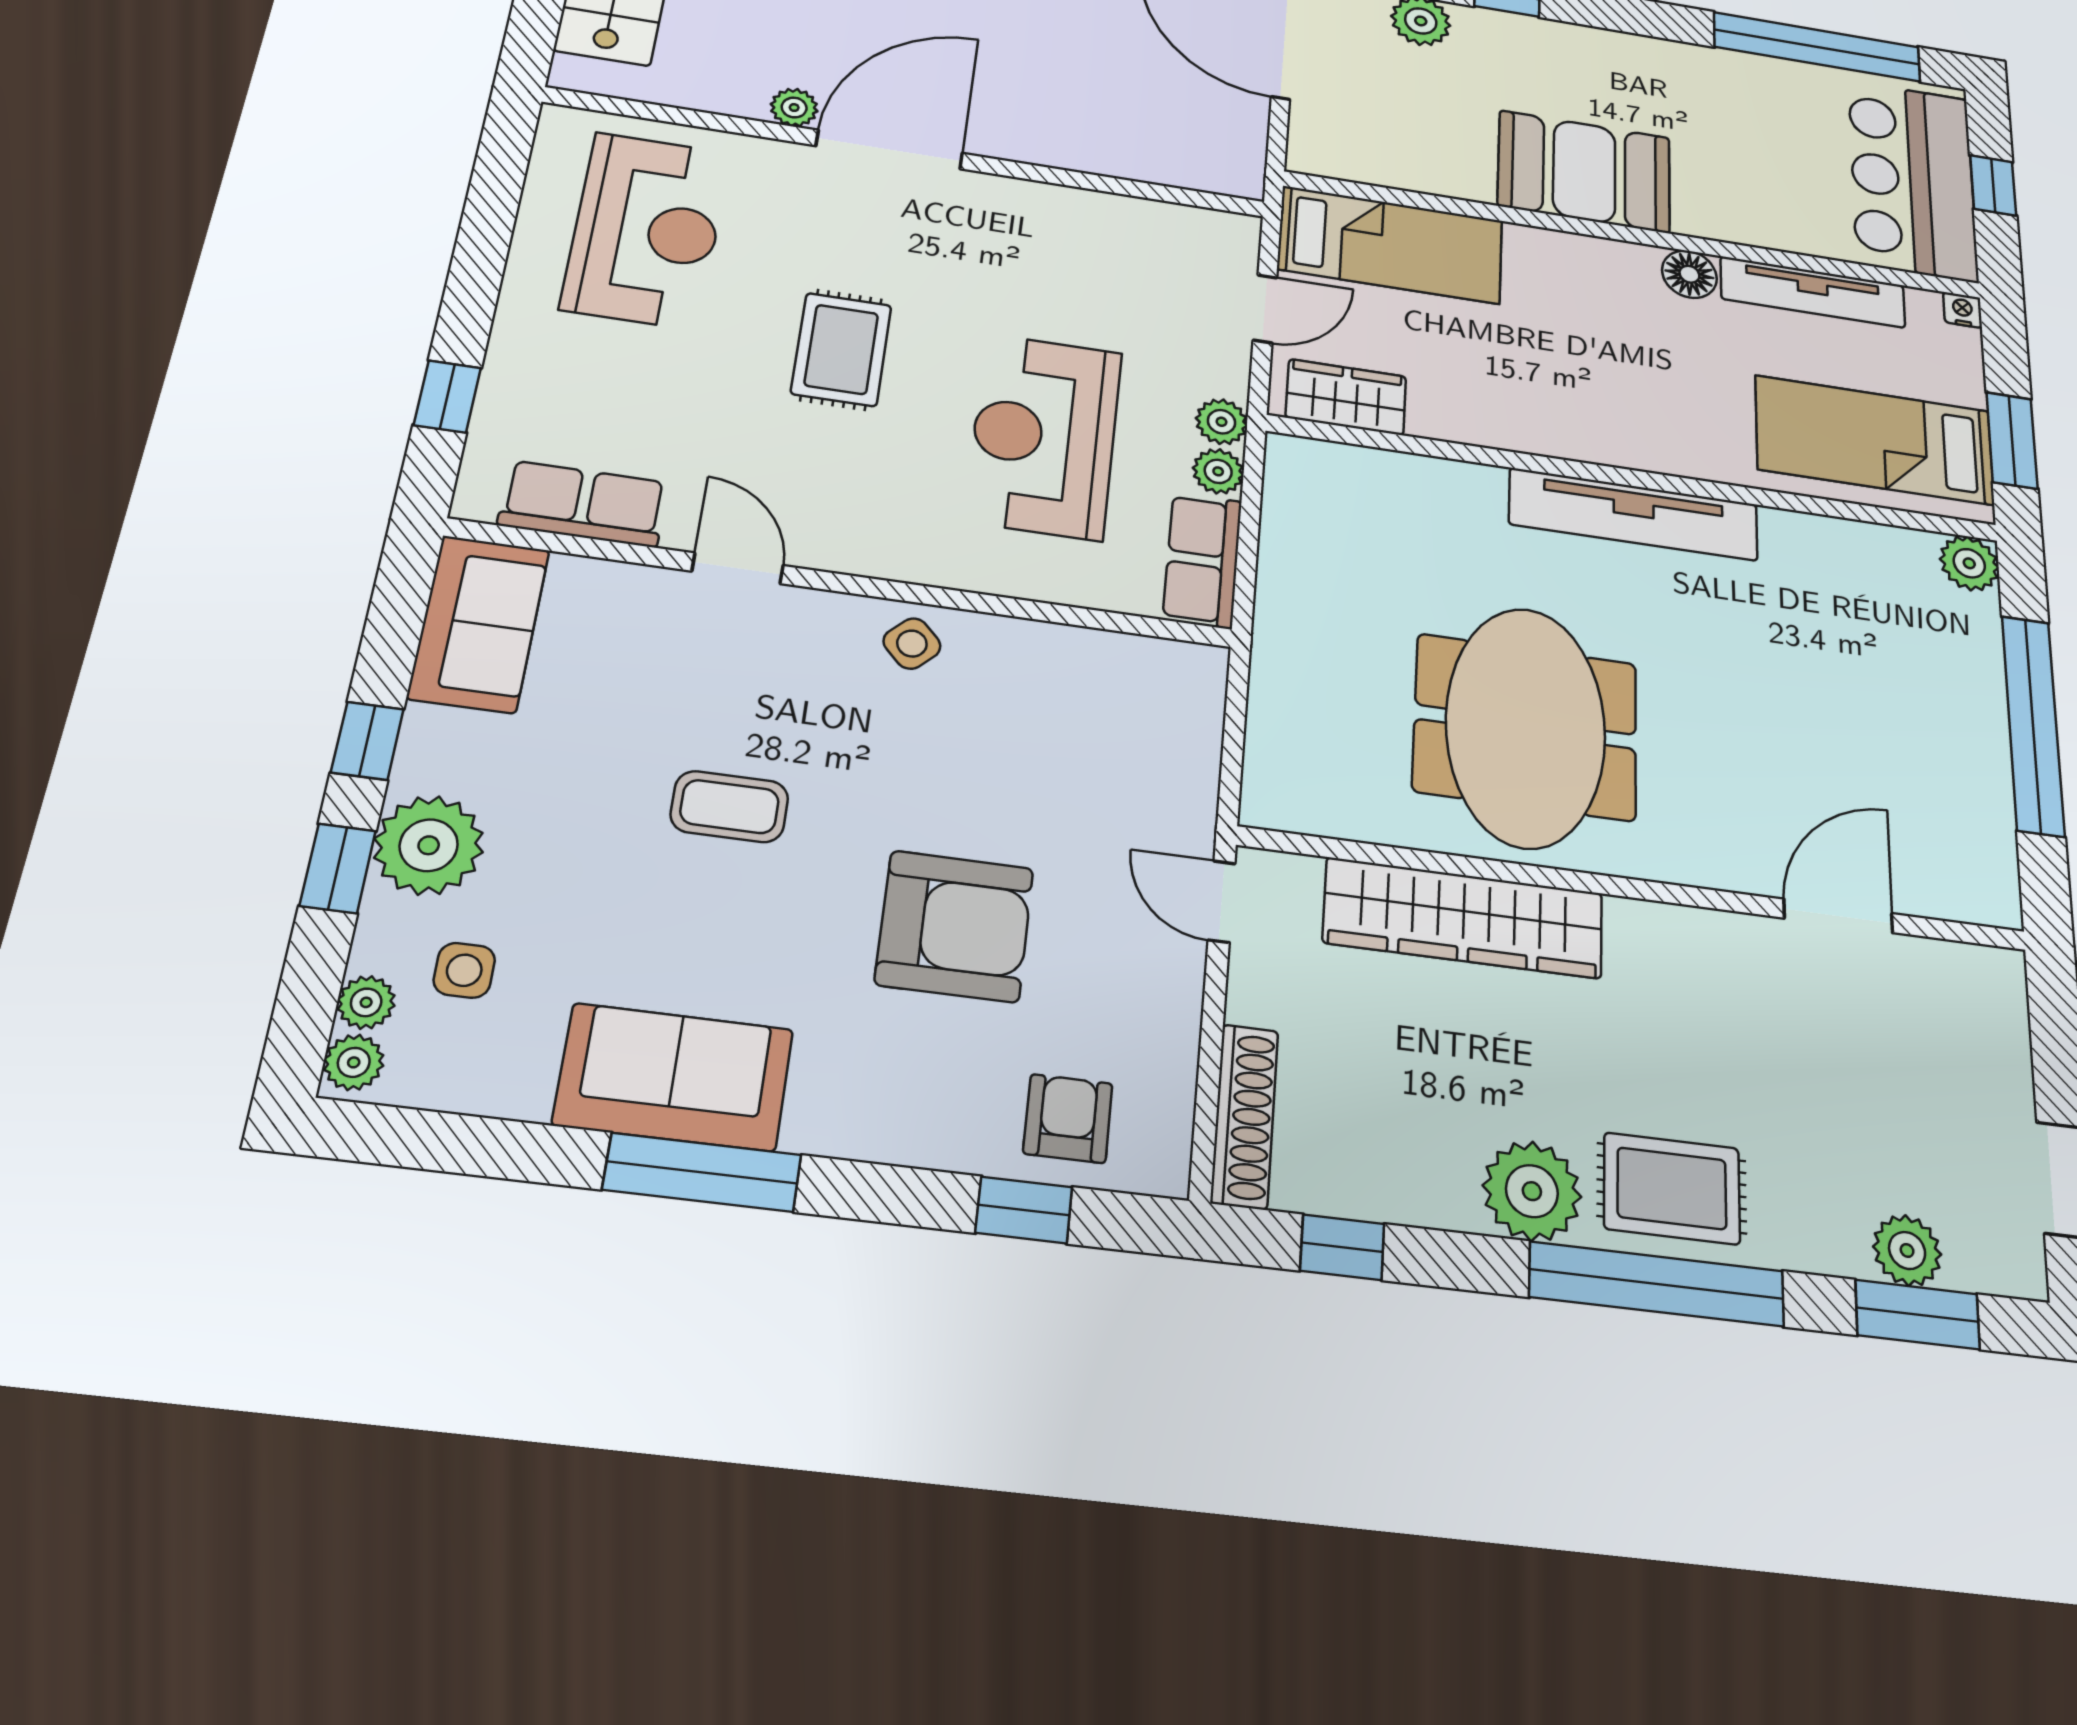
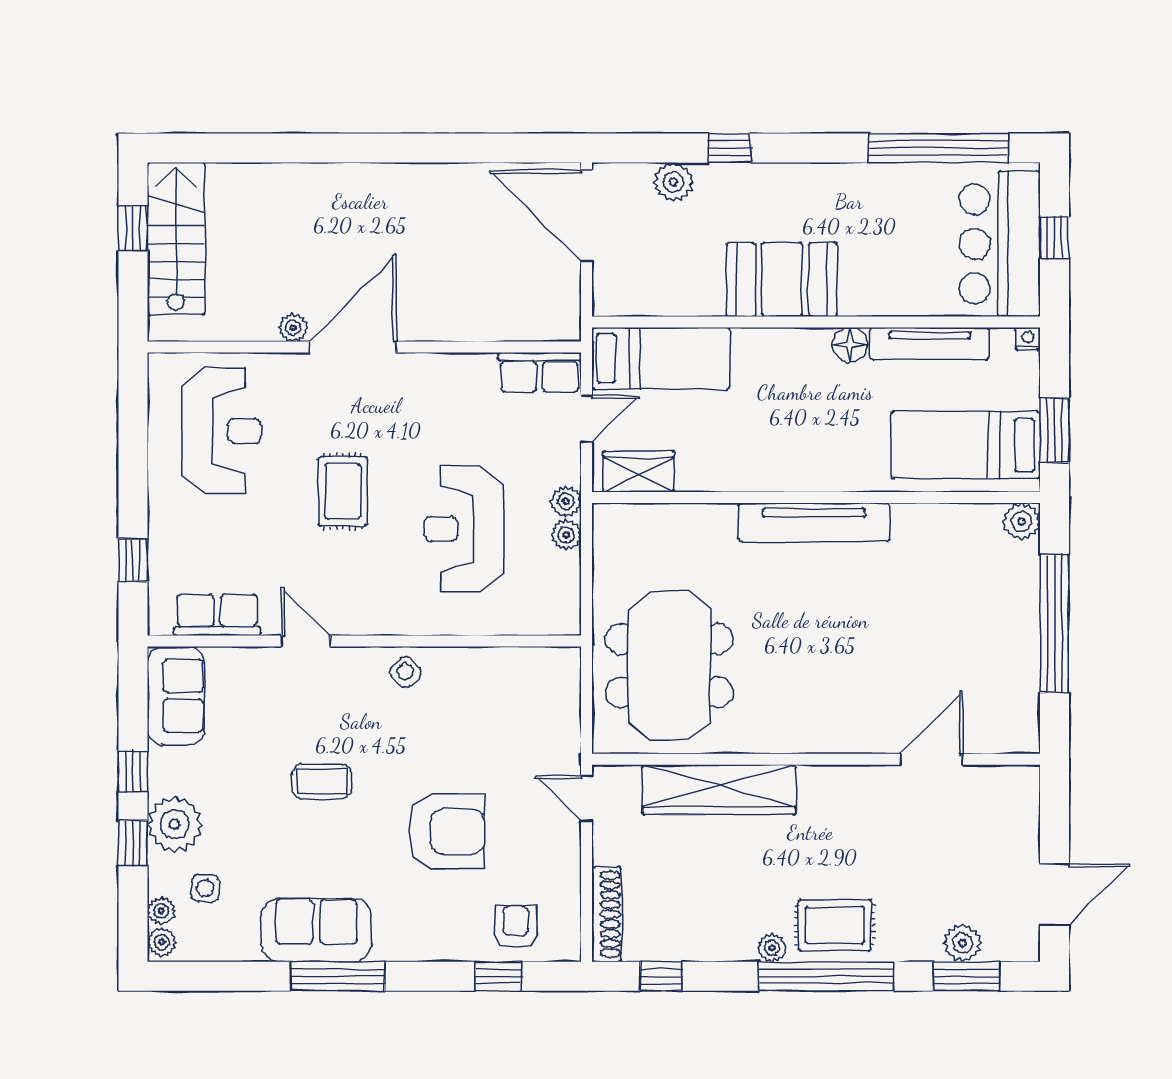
row of seats: (1202, 560) -> (540, 372), moved, turned -90
meeting table: (1526, 727) -> (669, 666), moved
plant: (1532, 1191) -> (772, 948), width x0.53, depth x0.53

